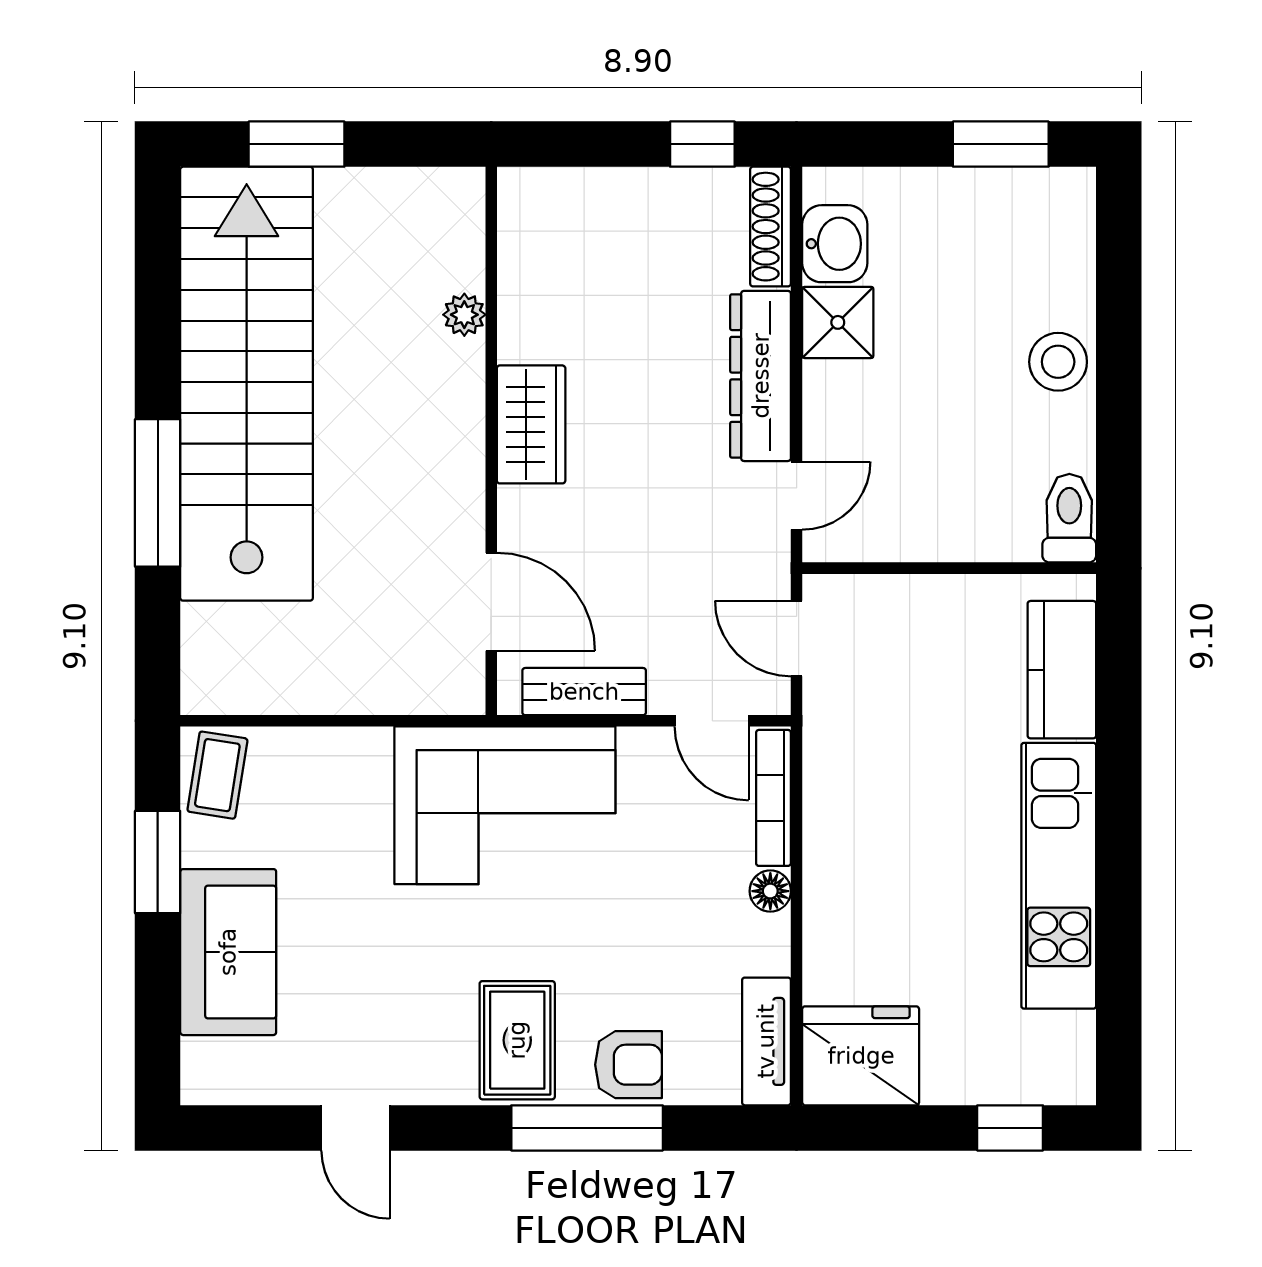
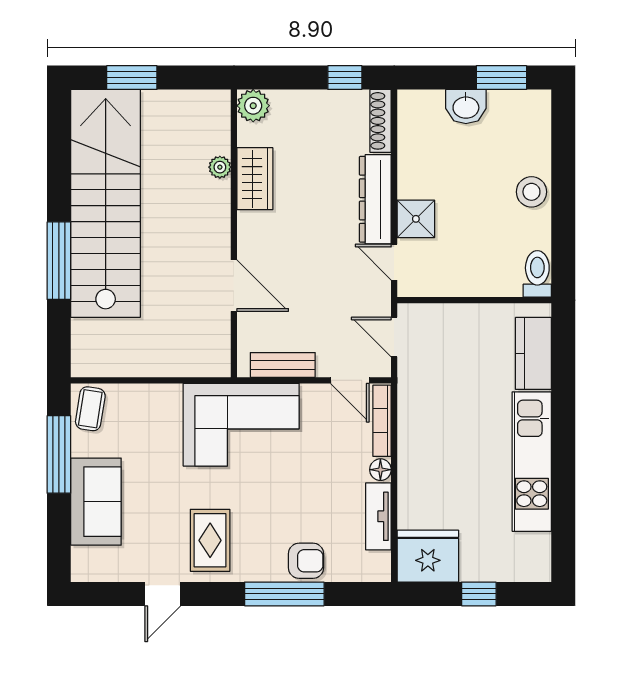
plant: (528, 198) -> (253, 106), added
washbasin: (835, 244) -> (466, 107), moved, turned 90
shower: (838, 322) -> (416, 219), moved
wardrobe: (531, 424) -> (255, 179), moved
door: (797, 496) -> (394, 262), swing flipped
door: (491, 602) -> (234, 286), moved
window: (158, 862) -> (59, 454), width x1.44
rug: (517, 1040) -> (210, 540), moved
tv unit: (766, 1041) -> (378, 516), moved
door: (356, 1128) -> (163, 594), hinge flipped
window: (1010, 1128) -> (479, 594), moved

